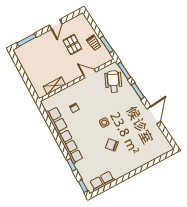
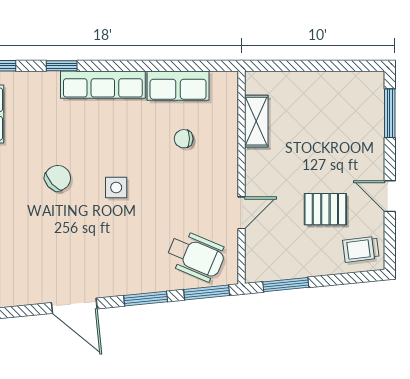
trolley: (94, 43) -> (361, 249), moved

